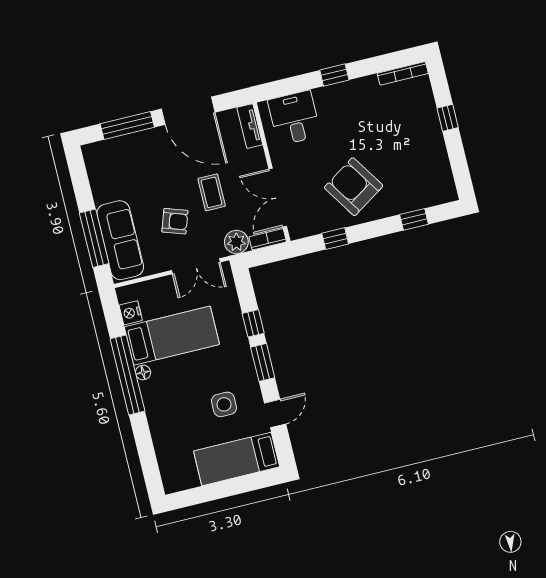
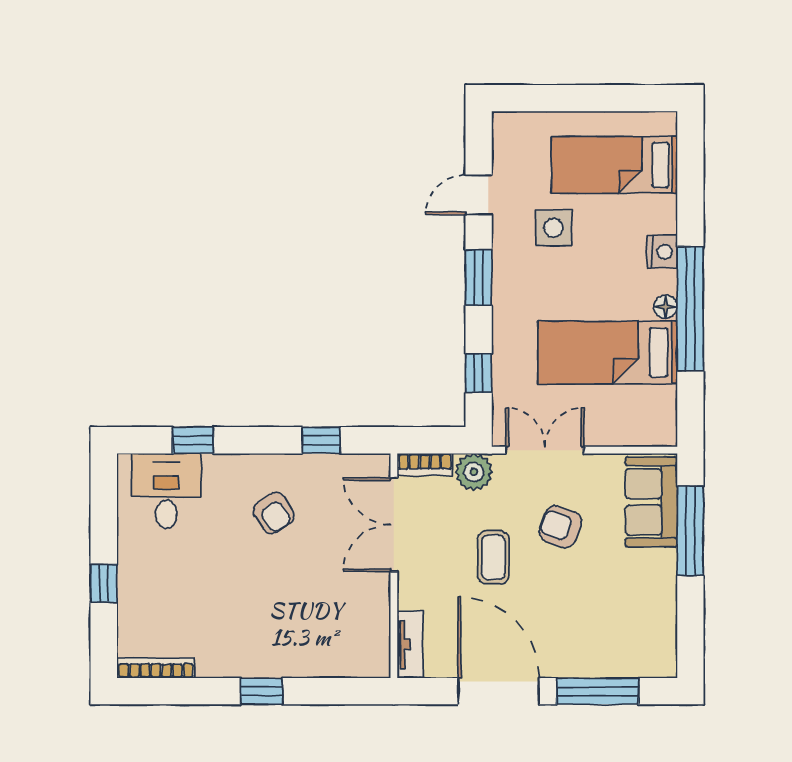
desk: (294, 118) -> (166, 491), moved, turned 180
armchair: (354, 187) -> (274, 513), width x0.53, depth x0.53
double door: (278, 198) -> (394, 525), swing flipped
sofa: (120, 240) -> (651, 502), width x0.73
nightstand: (131, 313) -> (662, 252), moved
window: (253, 323) -> (479, 373), moved
bed: (237, 459) -> (614, 165), moved, turned 180

